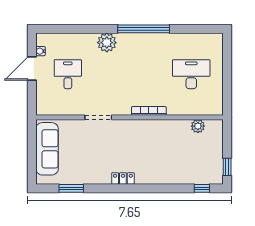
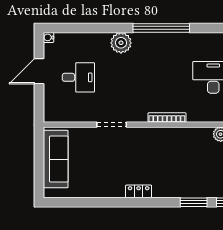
water cooler: (40, 51) -> (48, 37), moved
desk: (68, 74) -> (78, 77), turned 90
window: (71, 188) -> (194, 202), moved

